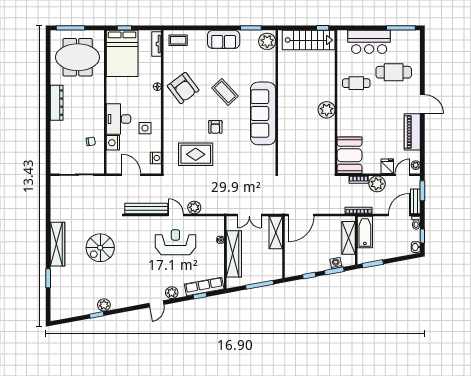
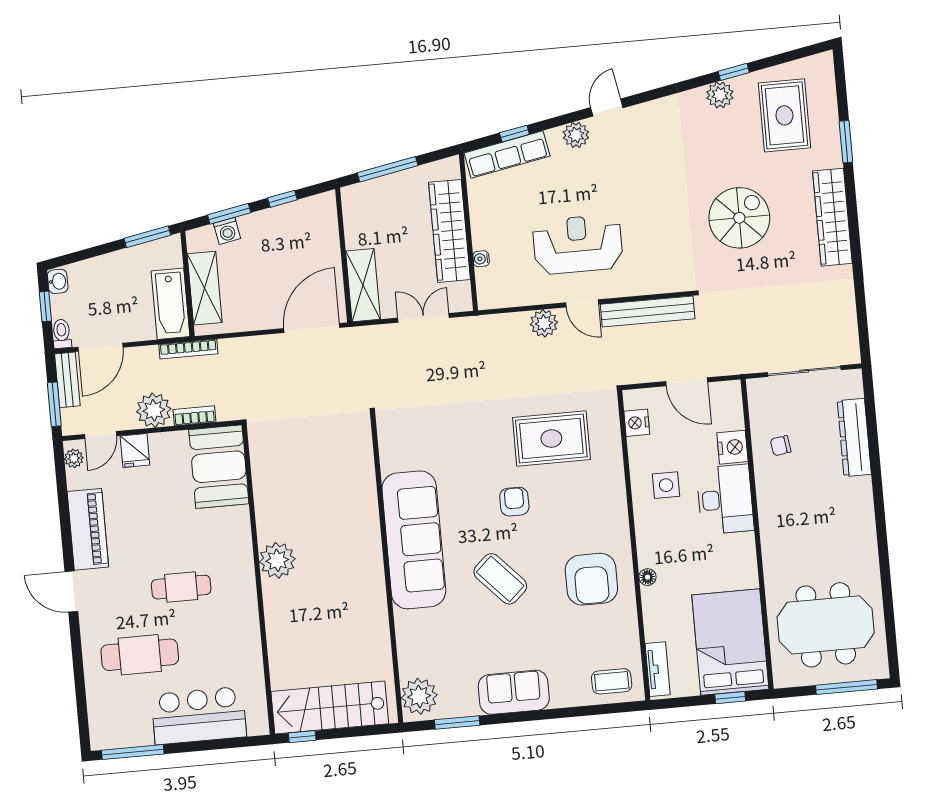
cafe table: (356, 83) -> (181, 587), moved
armchair: (183, 88) -> (591, 579), turned -143
dresser: (57, 103) -> (854, 437), moved
reception desk: (175, 242) -> (578, 244), turned 180
rug: (75, 293) -> (784, 115), added

